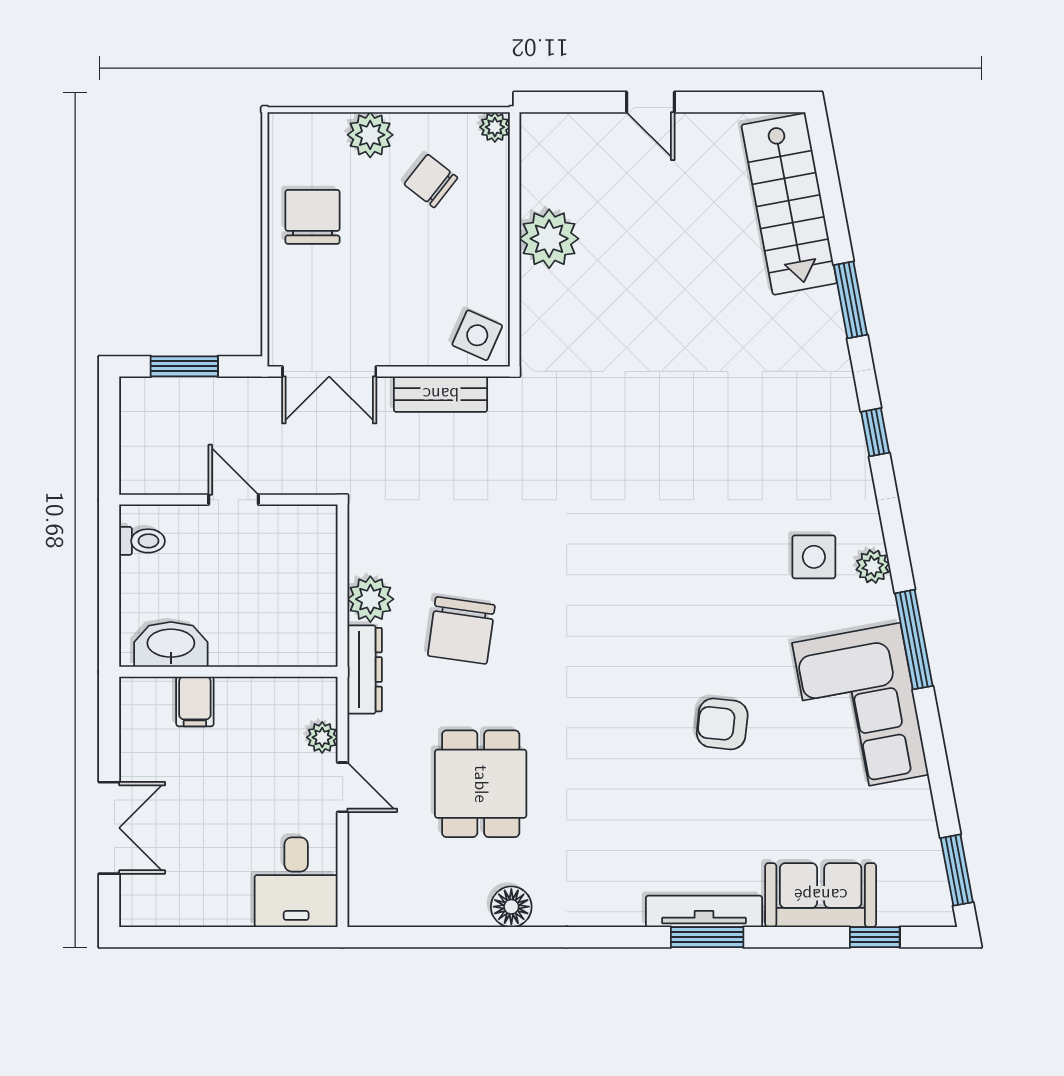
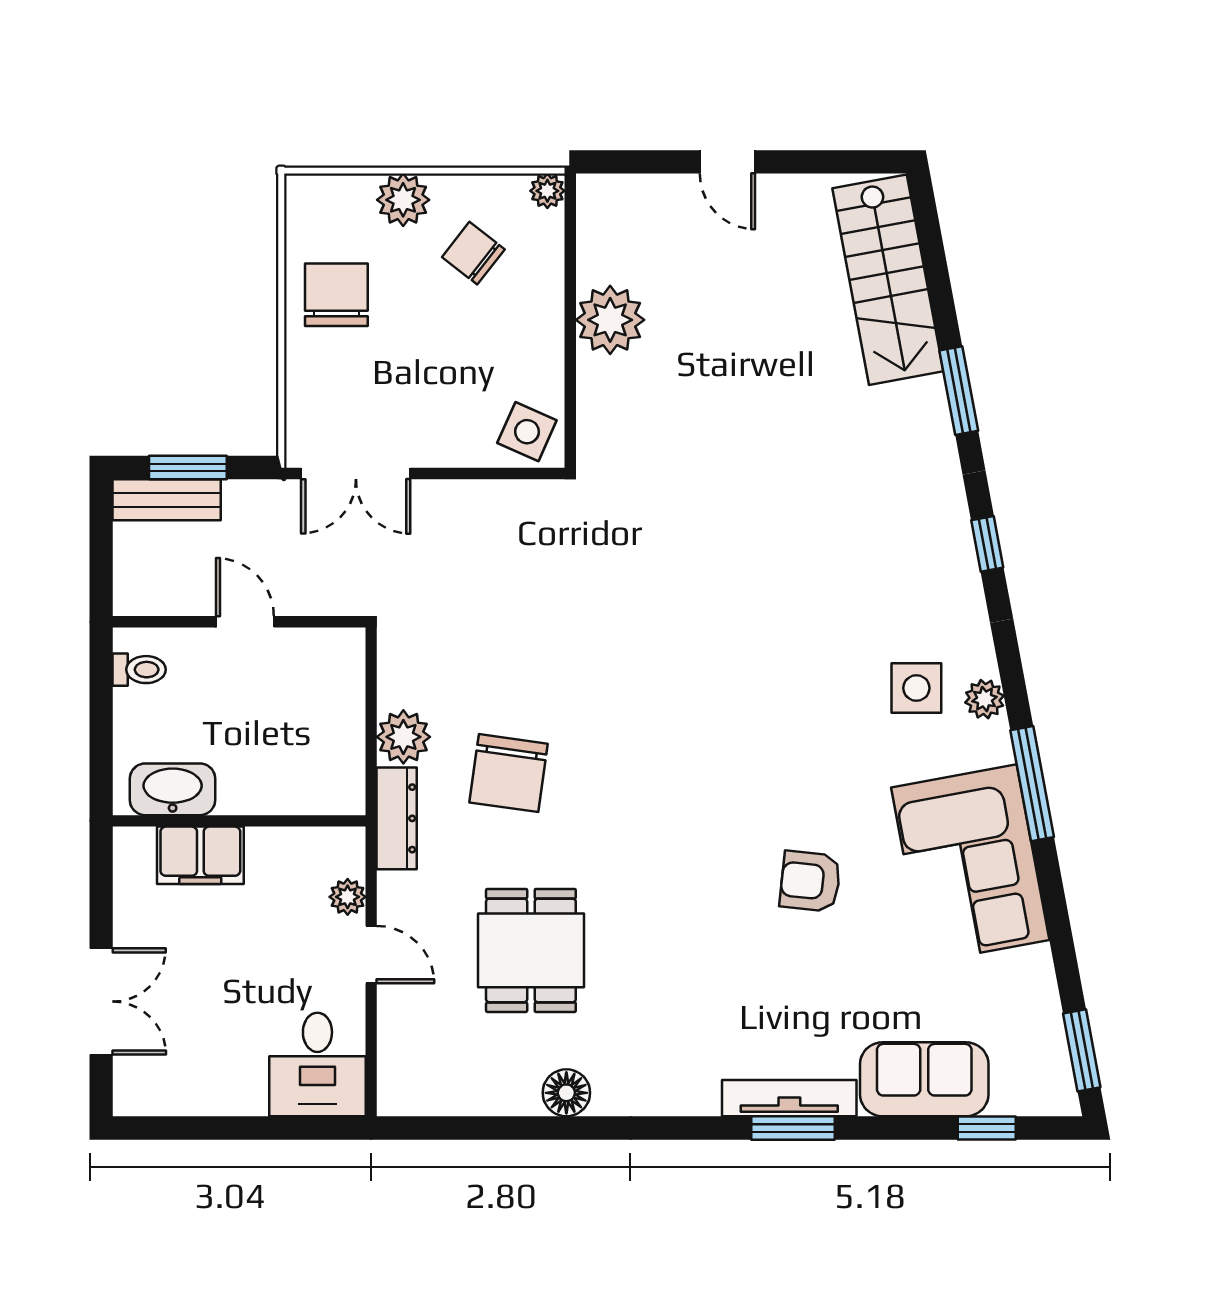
bench: (441, 394) -> (167, 500), moved
filing cabinet: (195, 701) -> (200, 855), width x2.00

